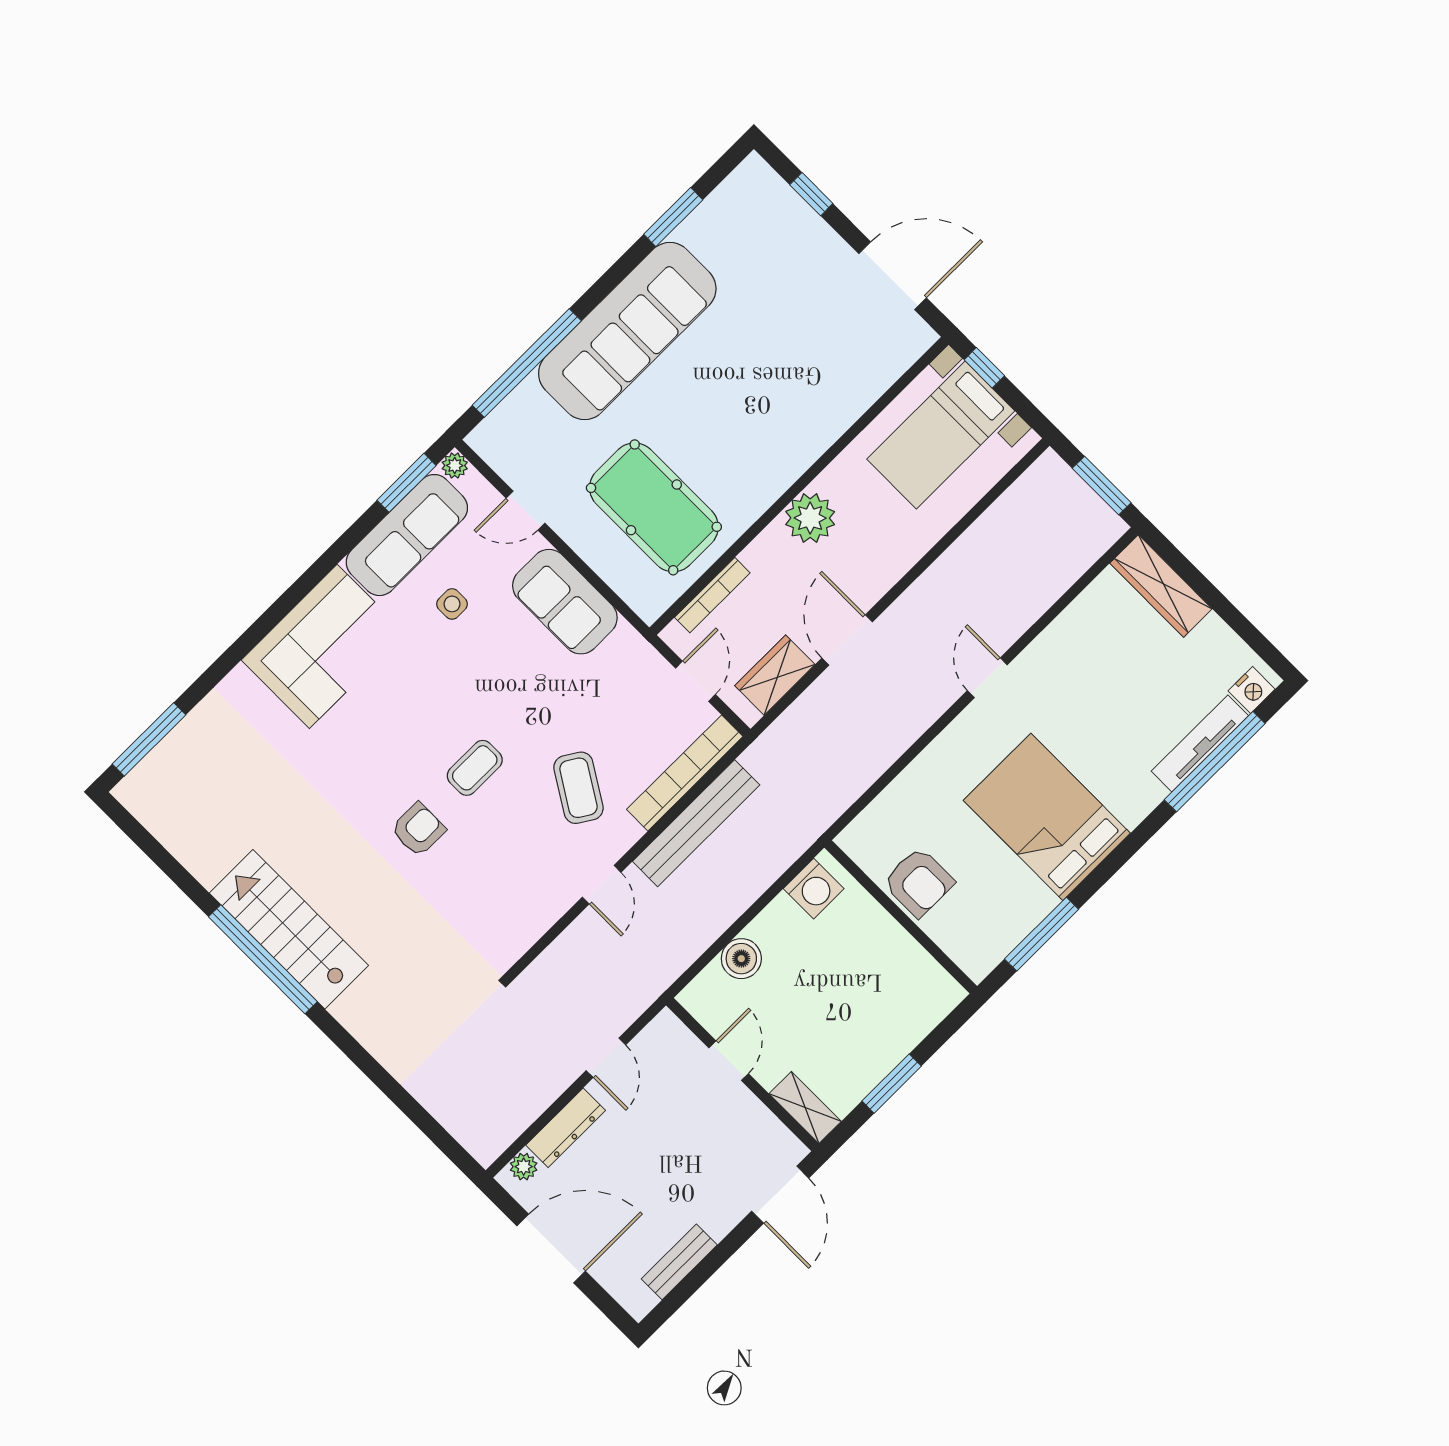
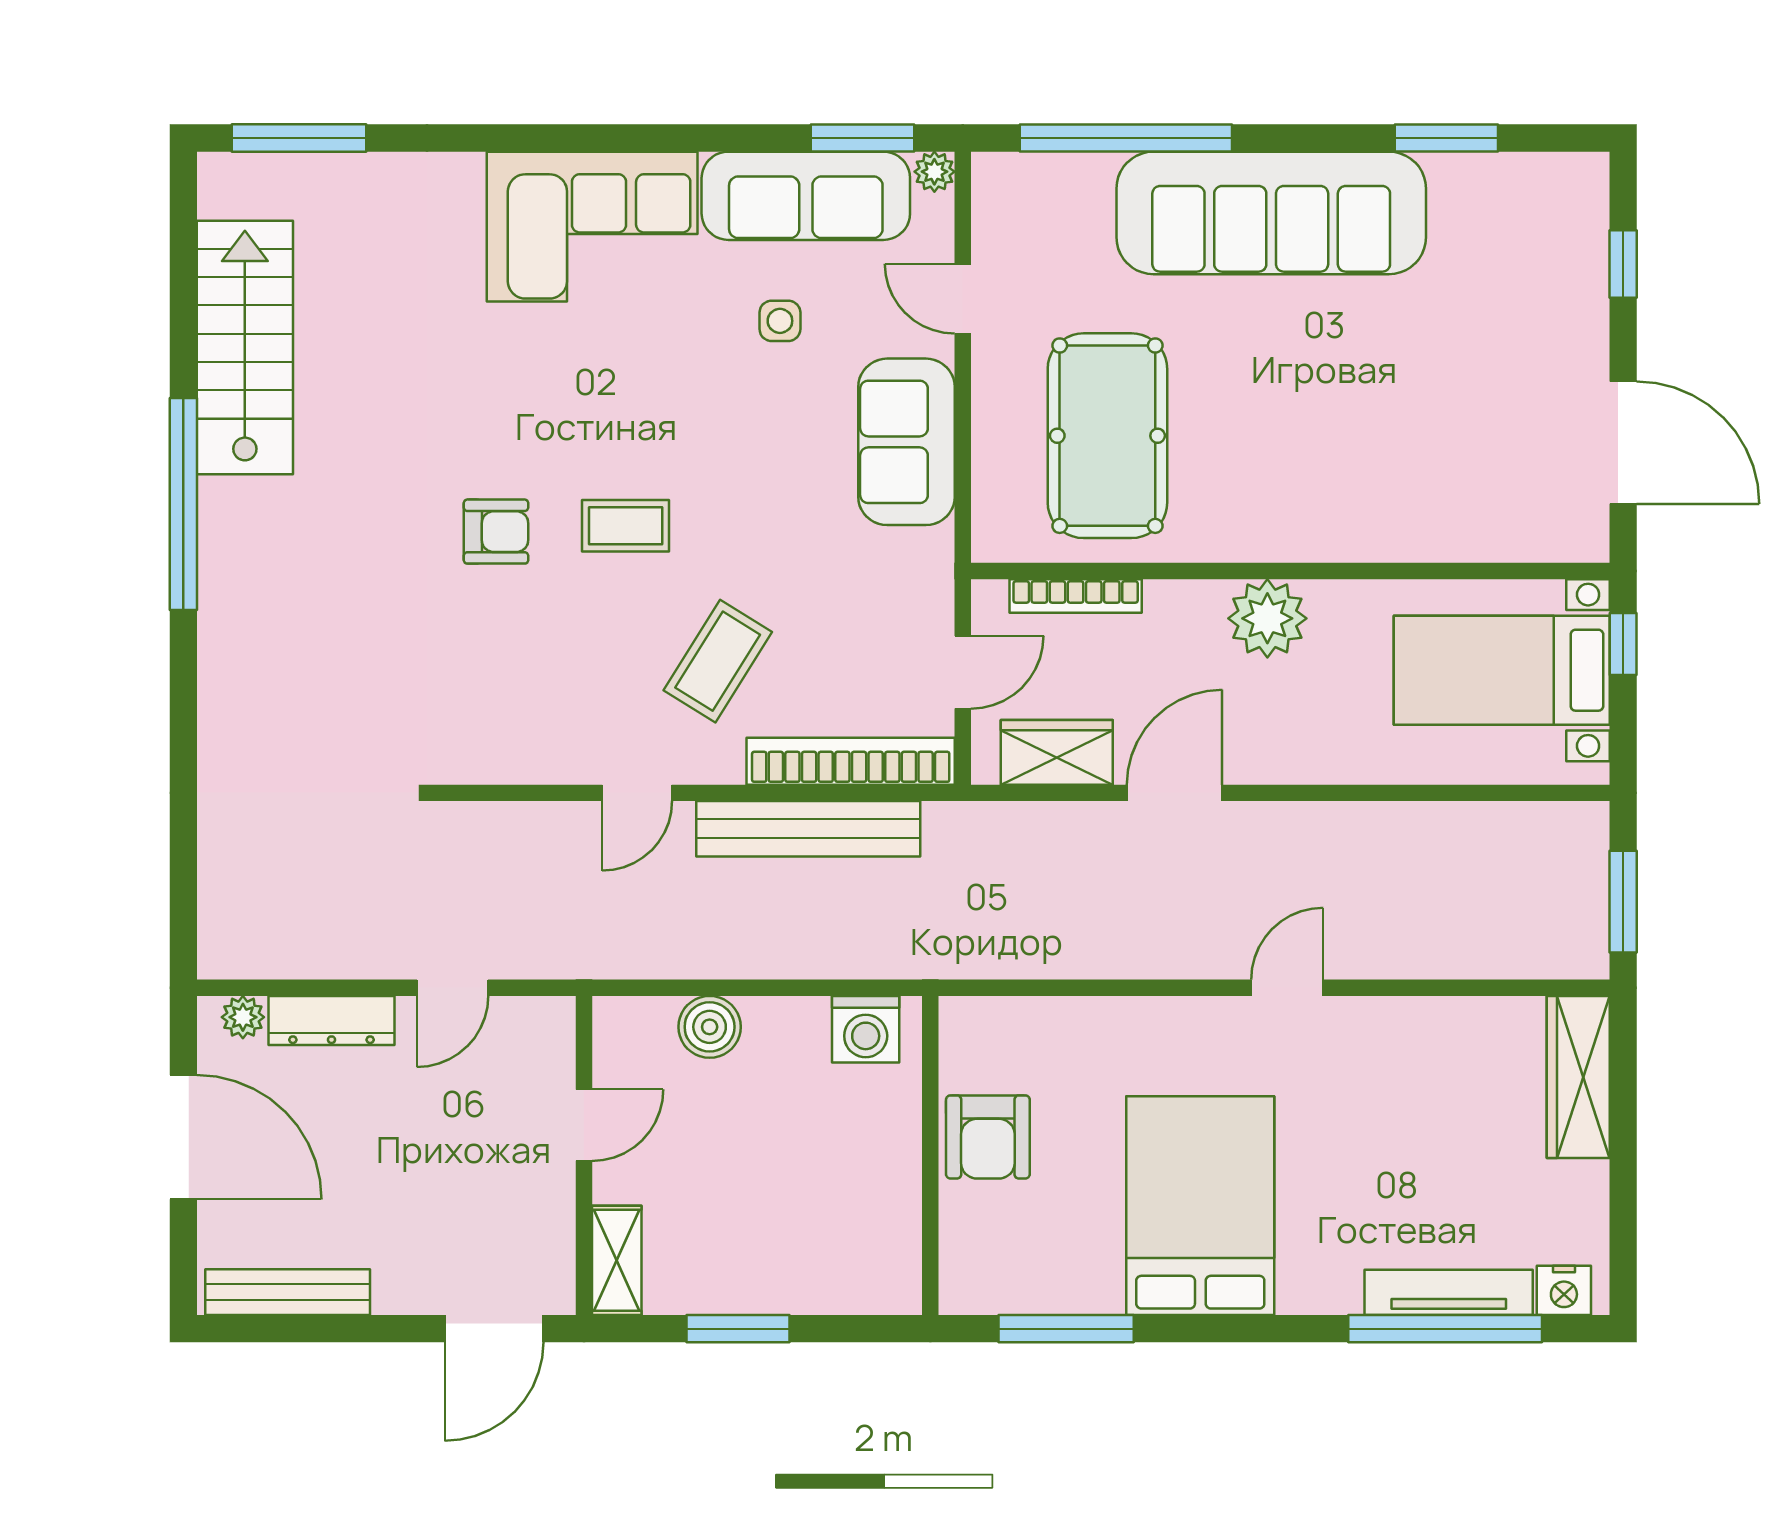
stairs: (289, 929) -> (245, 347), moved
bench: (679, 1262) -> (288, 1292), width x1.36

